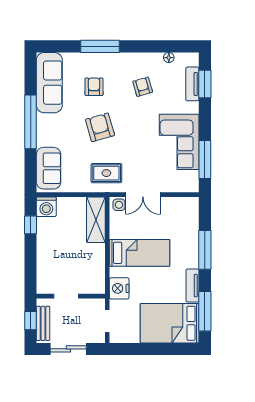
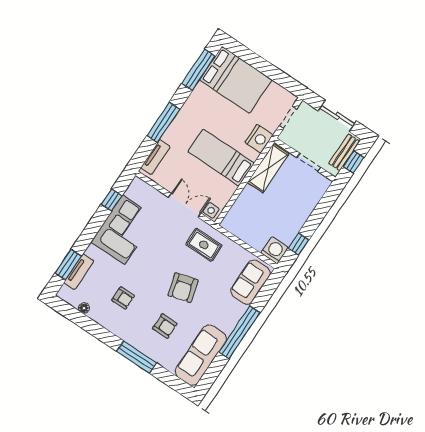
armchair: (94, 87) -> (165, 326), turned -90
armchair: (143, 87) -> (123, 298), turned -74
window: (205, 159) -> (111, 200), width x0.46
shelving: (96, 220) -> (268, 168), moved
tv unit: (193, 286) -> (155, 157), moved

